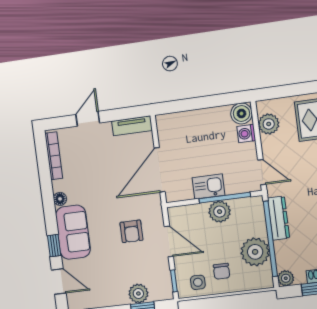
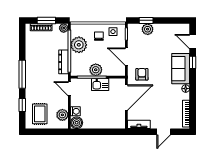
armchair: (131, 231) -> (142, 74), moved

